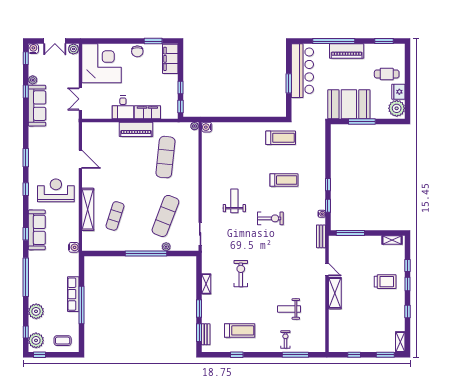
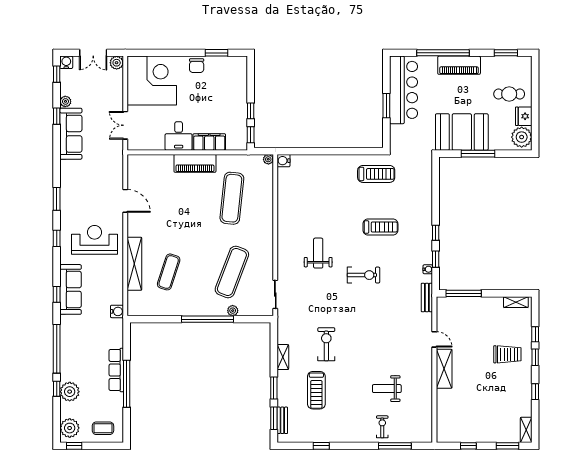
filing cabinet: (170, 59) -> (238, 75), removed
treadmill: (240, 330) -> (316, 390), moved, turned 90
window: (26, 332) -> (57, 389), moved

